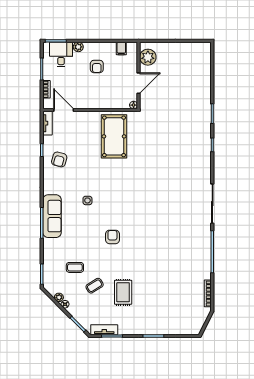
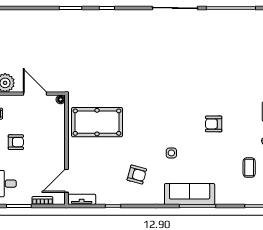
armchair: (59, 159) -> (137, 175), moved

